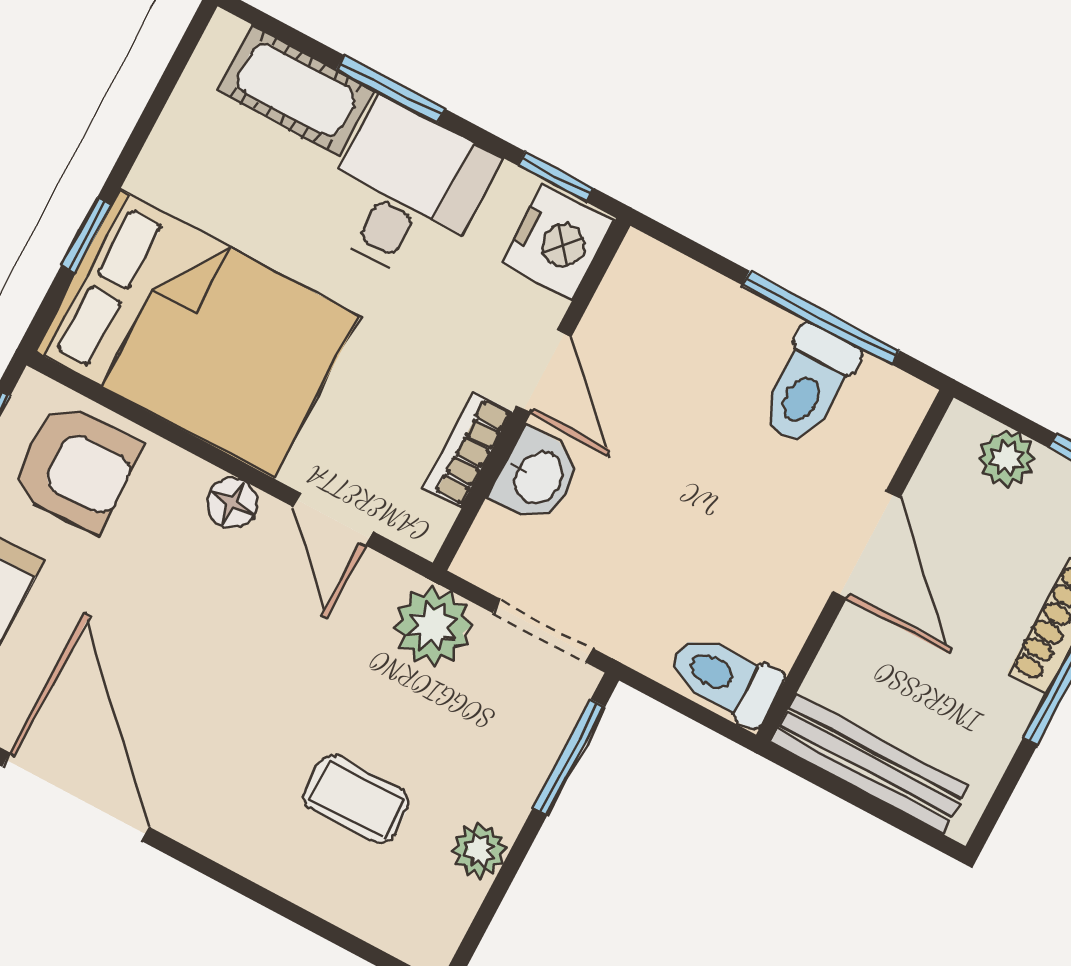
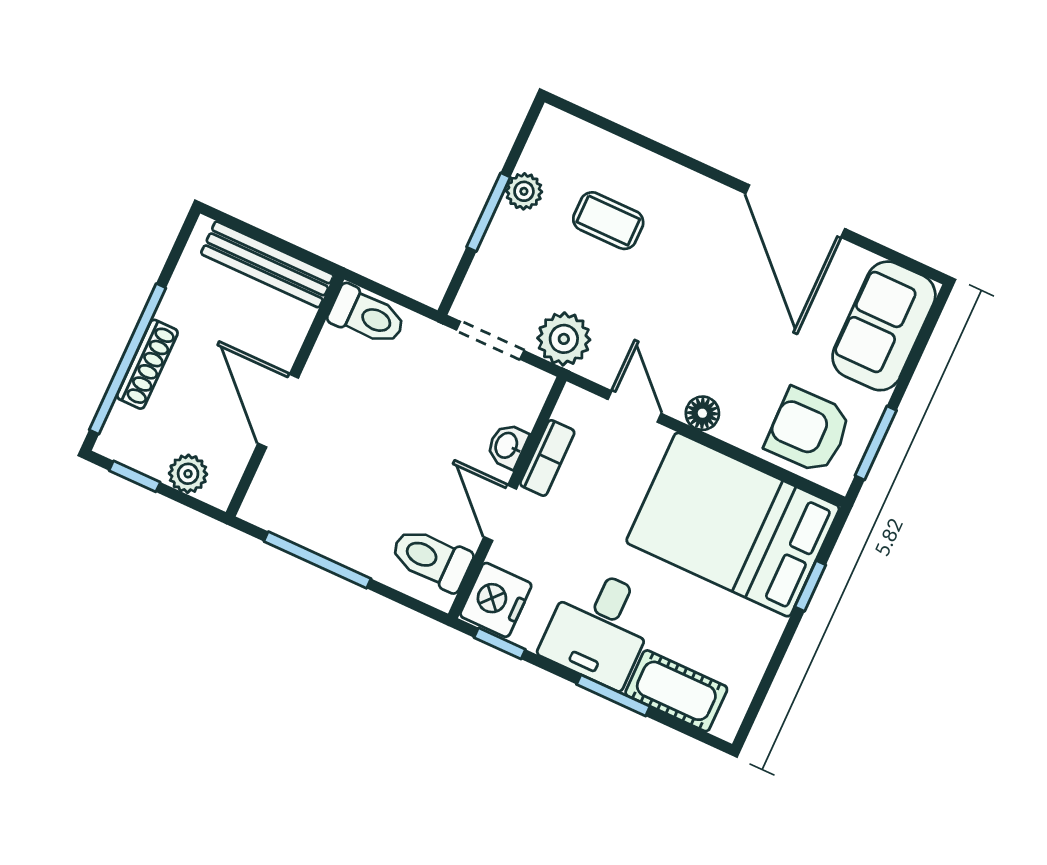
toilet: (809, 385) -> (431, 559), moved, turned -90
washbasin: (537, 477) -> (507, 446), width x0.72, depth x0.69
window: (569, 757) -> (488, 212), moved

